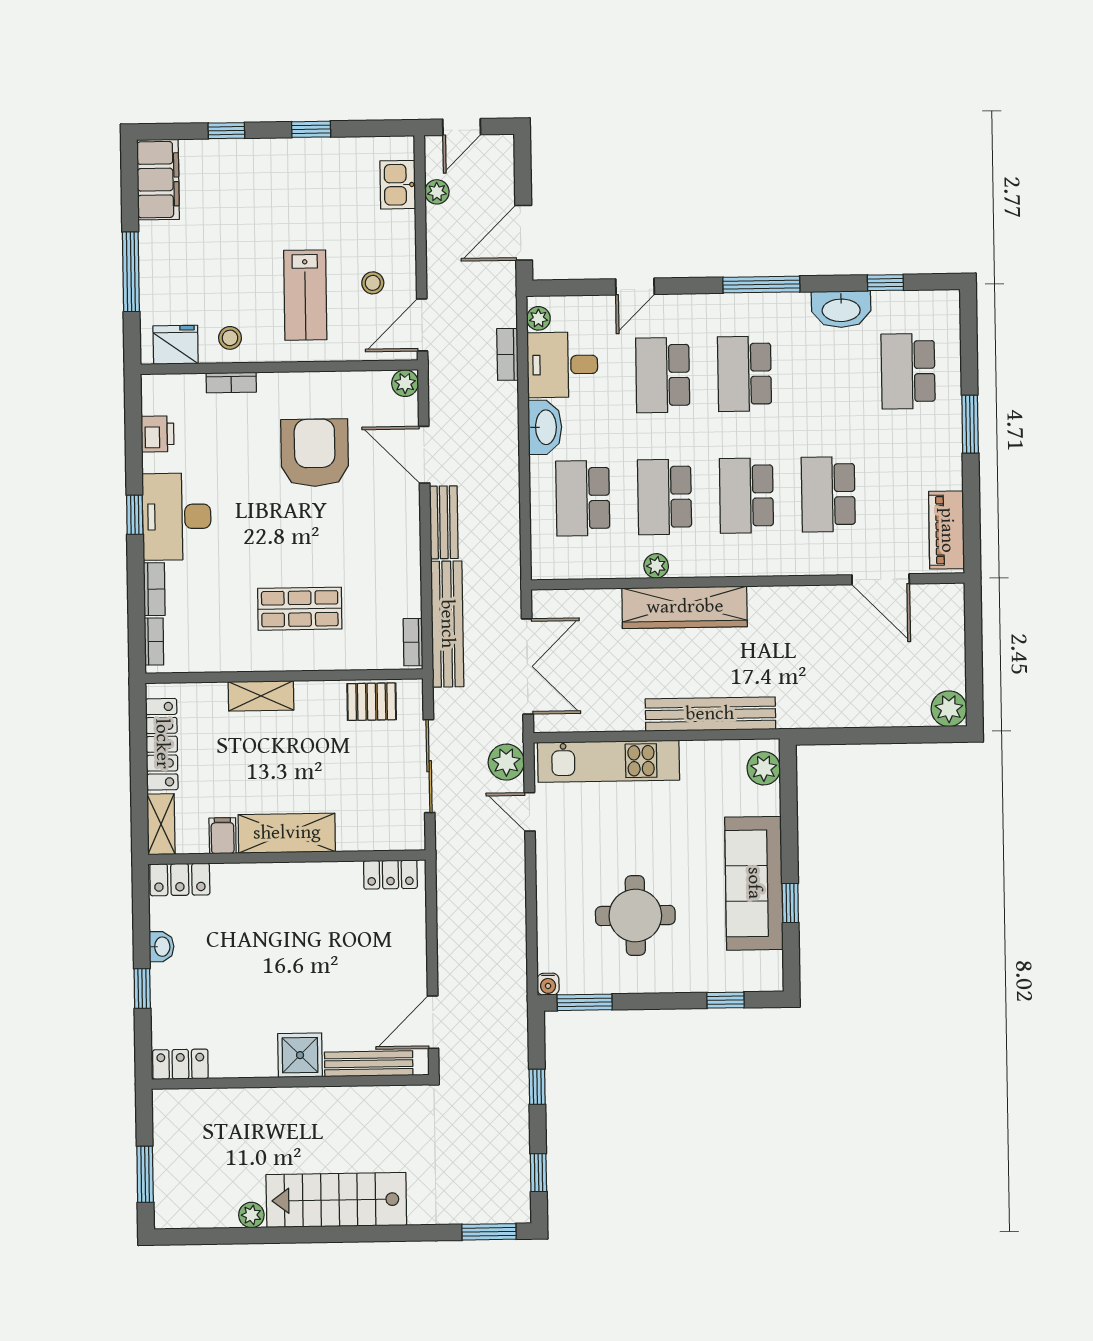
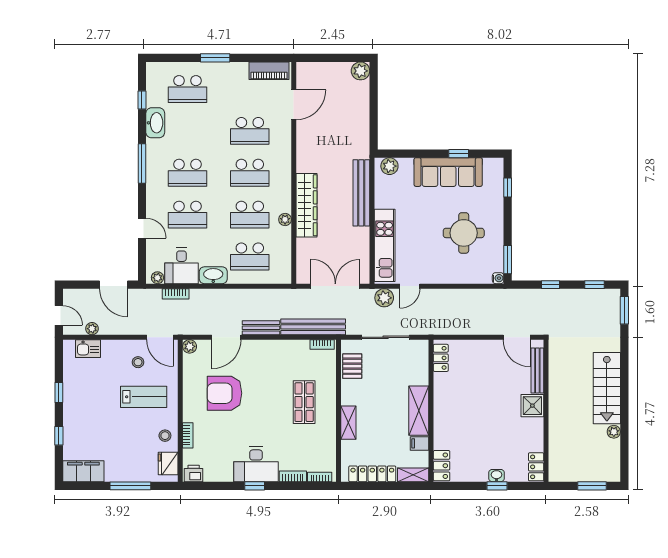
printer: (158, 434) -> (194, 473), moved
washbasin: (162, 947) -> (497, 476), moved

